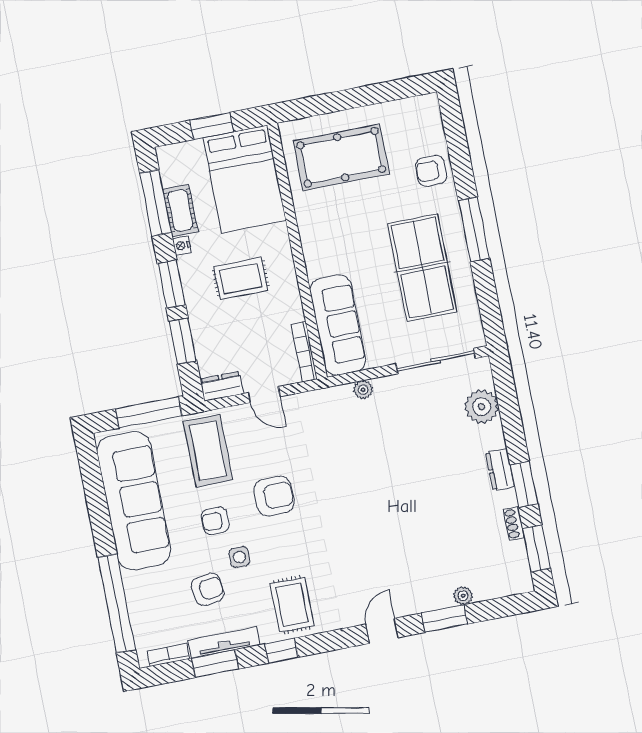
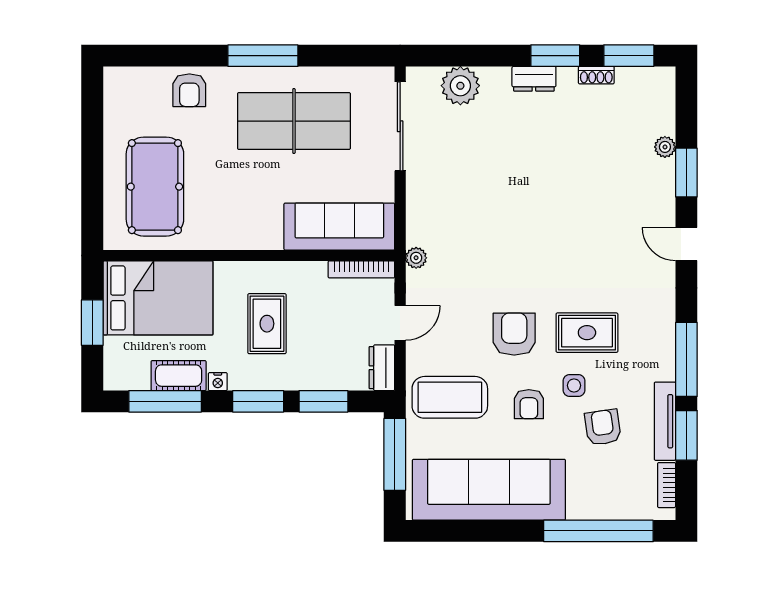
plant: (363, 390) -> (416, 258), moved
rug: (292, 605) -> (587, 333), moved
window: (281, 651) -> (686, 359), width x2.17

